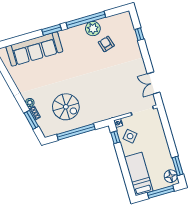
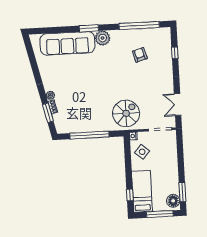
window: (86, 20) -> (139, 26), moved
plant: (93, 29) -> (103, 38), moved
spiral stairs: (66, 107) -> (126, 113), moved, turned -90
window: (115, 137) -> (130, 195), moved

